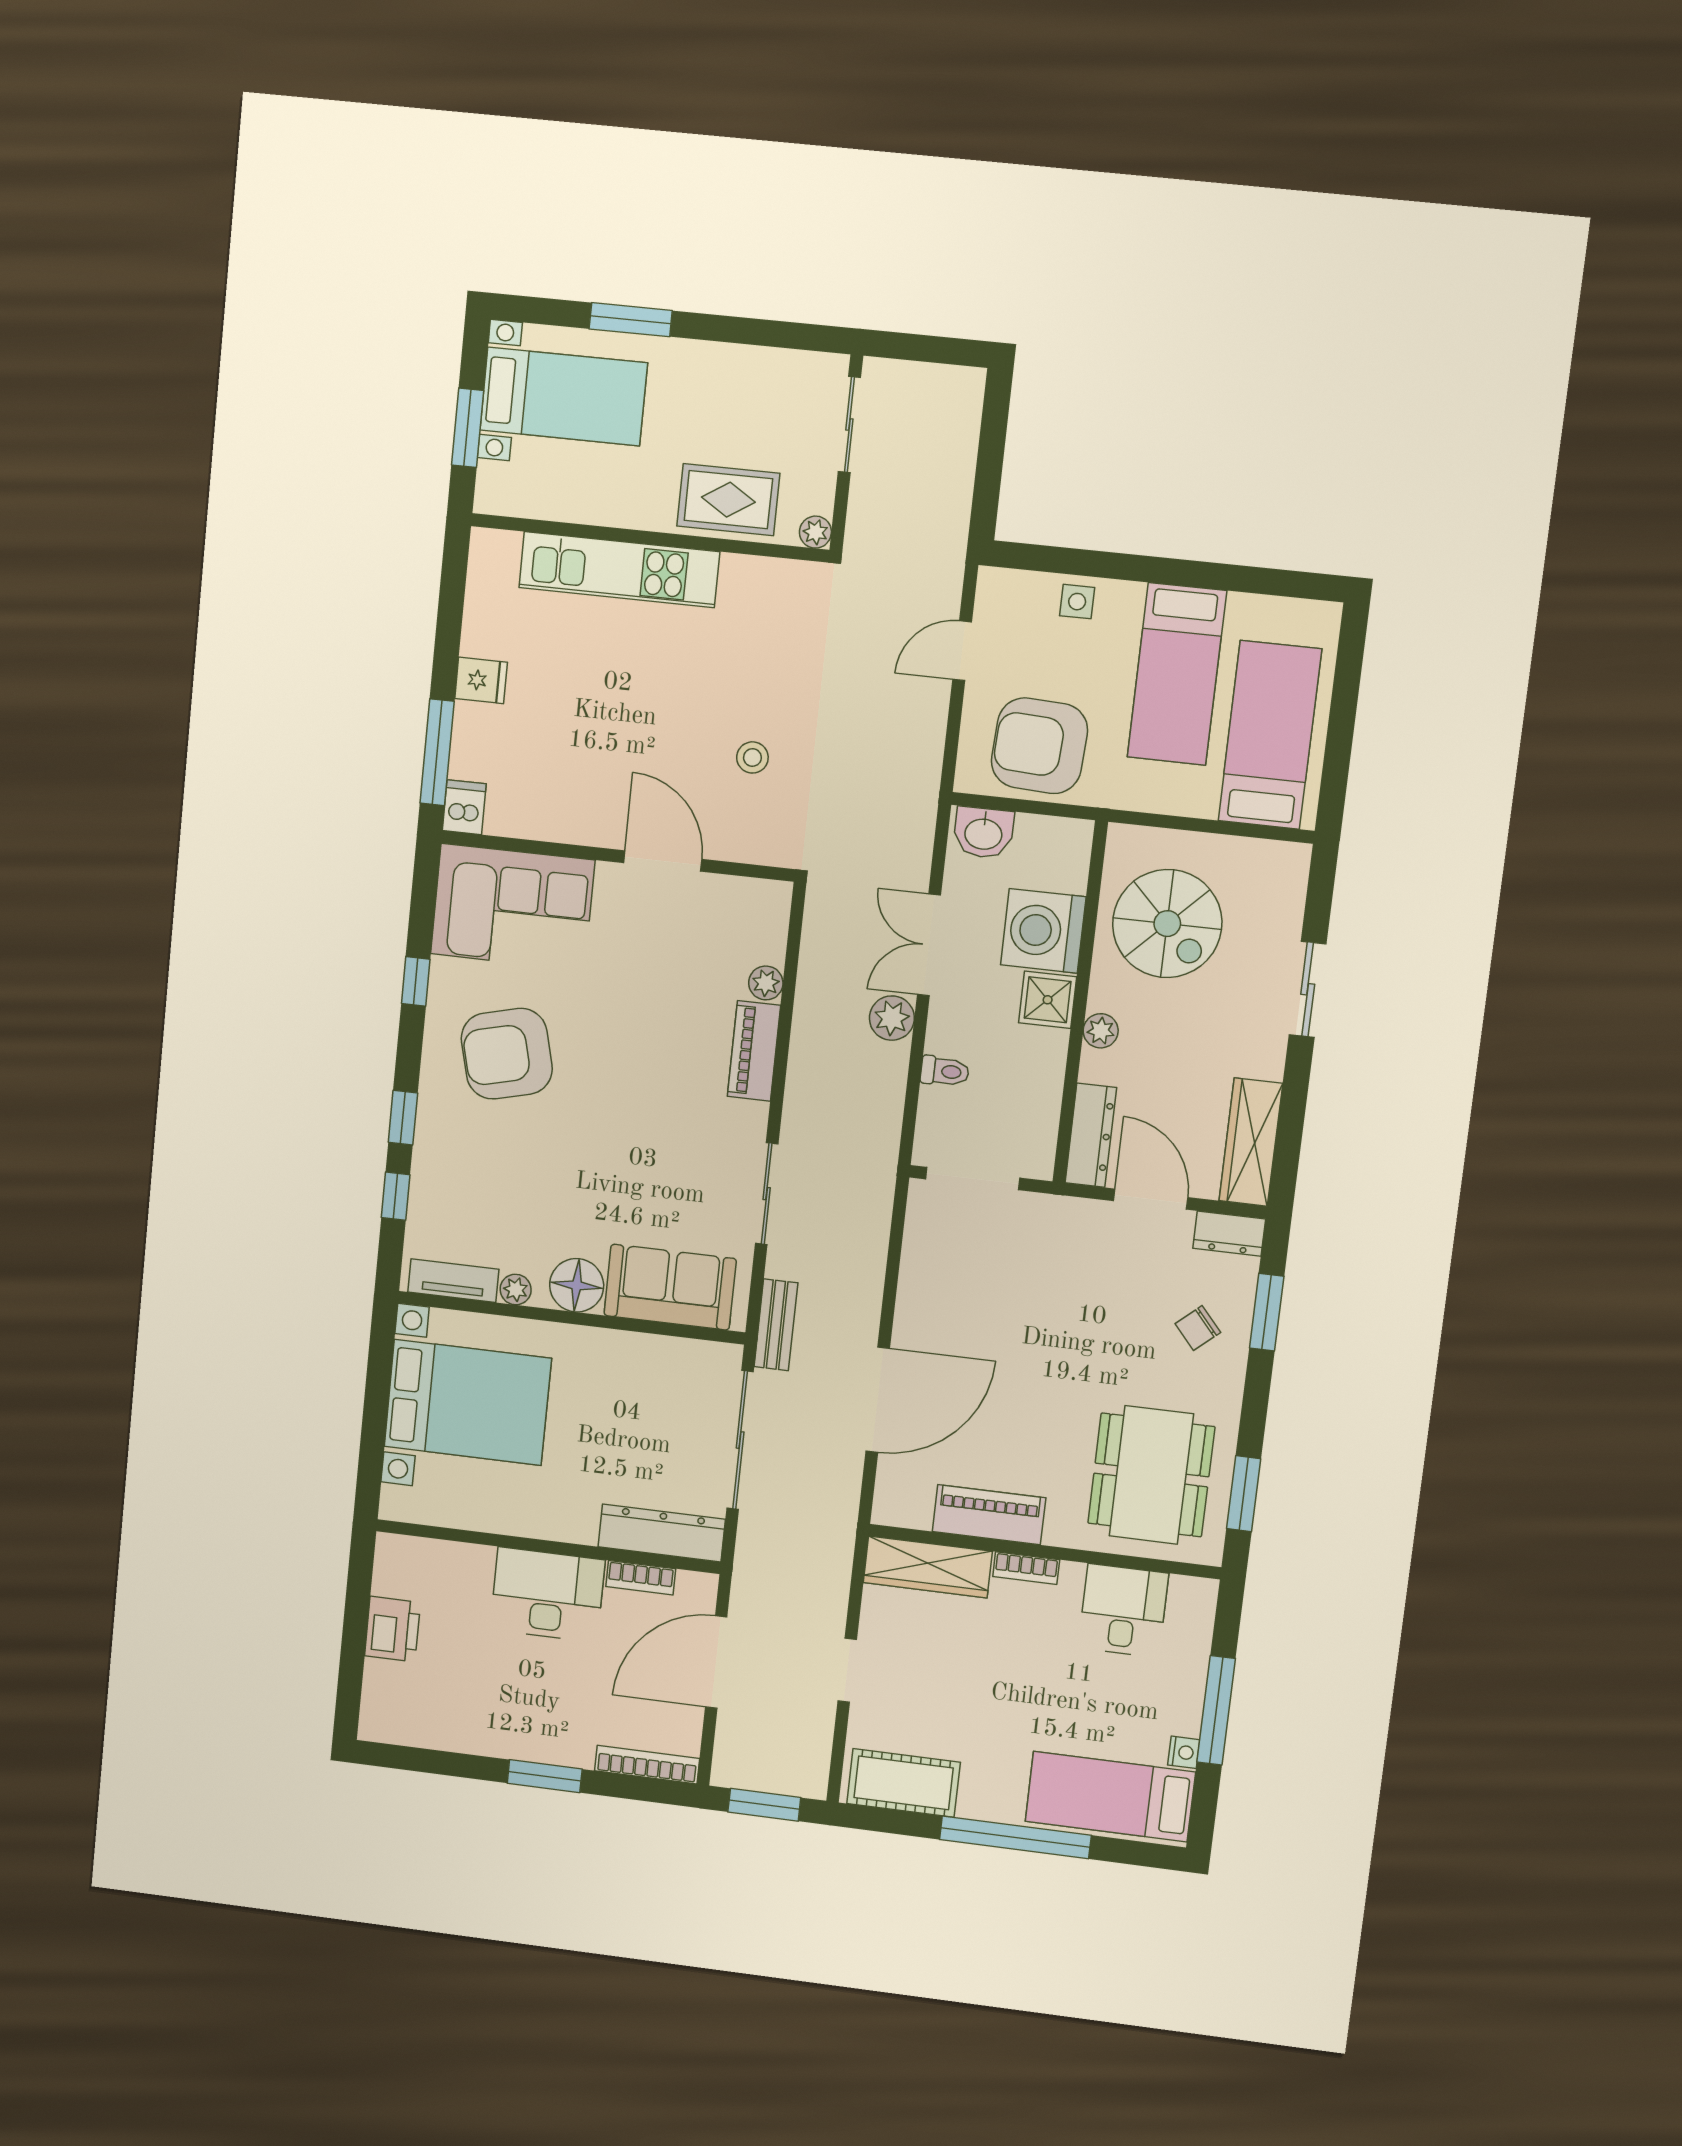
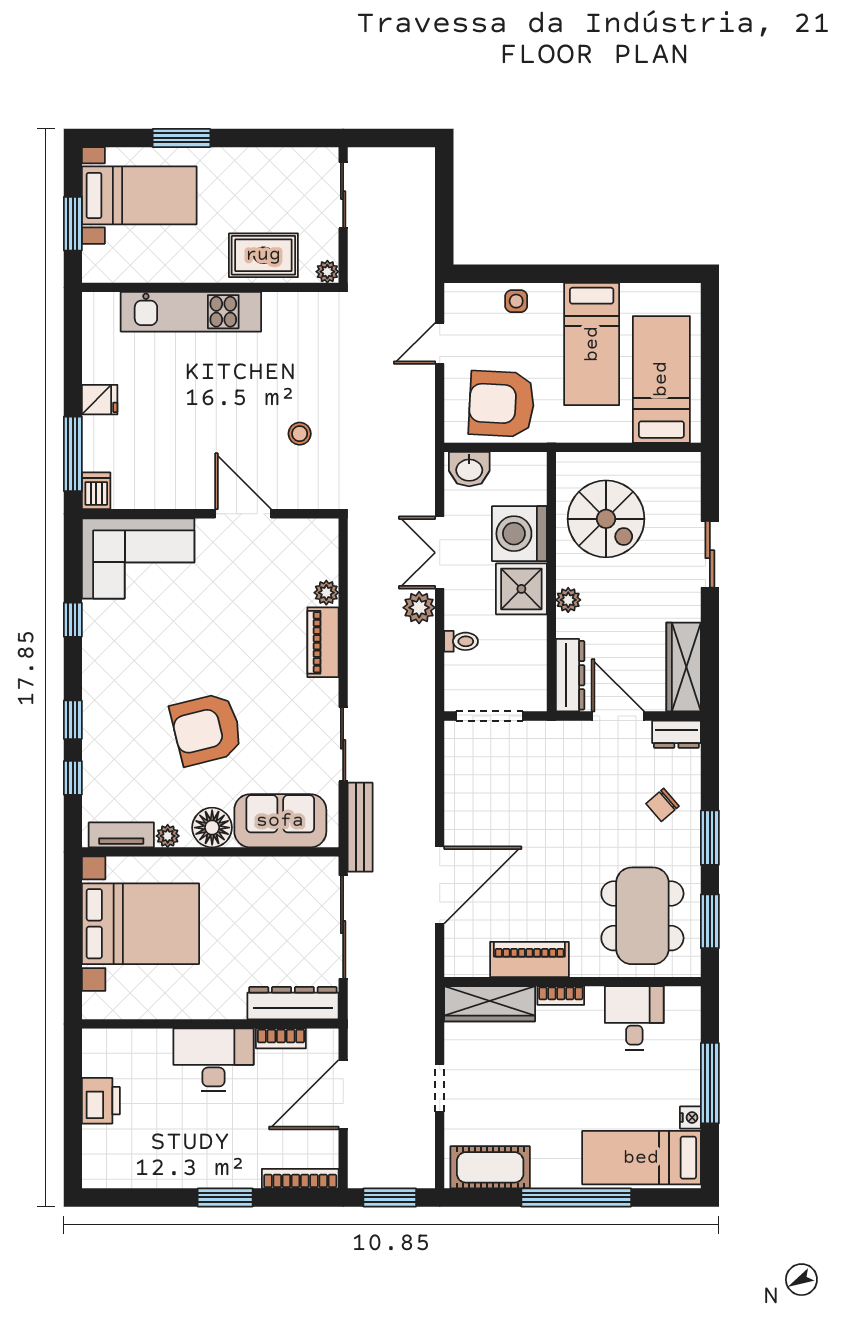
shower: (1048, 1000) -> (521, 589), width x1.36, depth x1.36
armchair: (507, 1054) -> (206, 729), moved
window: (1267, 1312) -> (710, 838), moved
bench: (776, 1325) -> (360, 827), width x1.36

